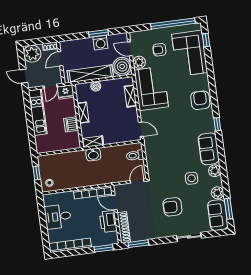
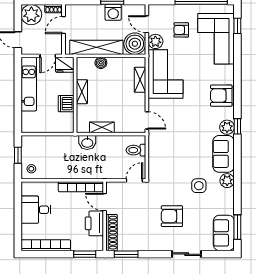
armchair: (200, 100) -> (221, 96), turned -90
shelving: (93, 142) -> (102, 127), moved
plant: (218, 193) -> (227, 127), moved

